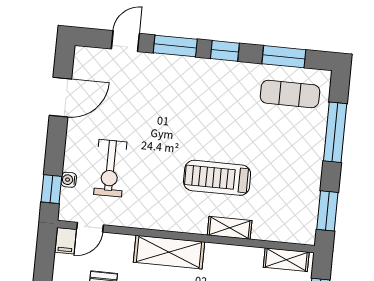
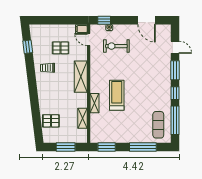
window: (284, 57) -> (175, 120), width x1.44
shelving: (286, 260) -> (82, 118), moved

